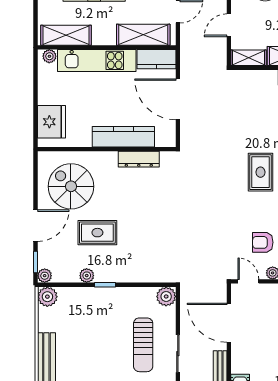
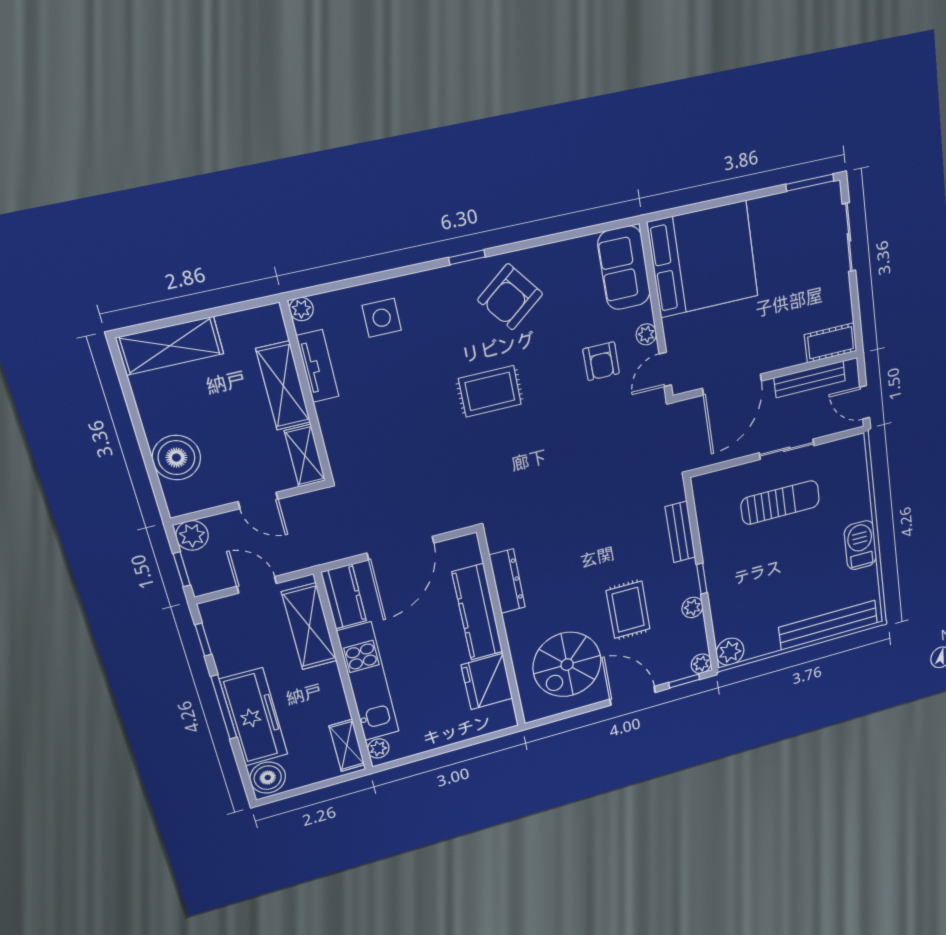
shelving: (66, 35) -> (347, 745), width x0.67, depth x0.75
fridge: (51, 122) -> (487, 682), moved, turned -90
bench: (141, 275) -> (680, 532), added
plant: (166, 296) -> (706, 488), removed

